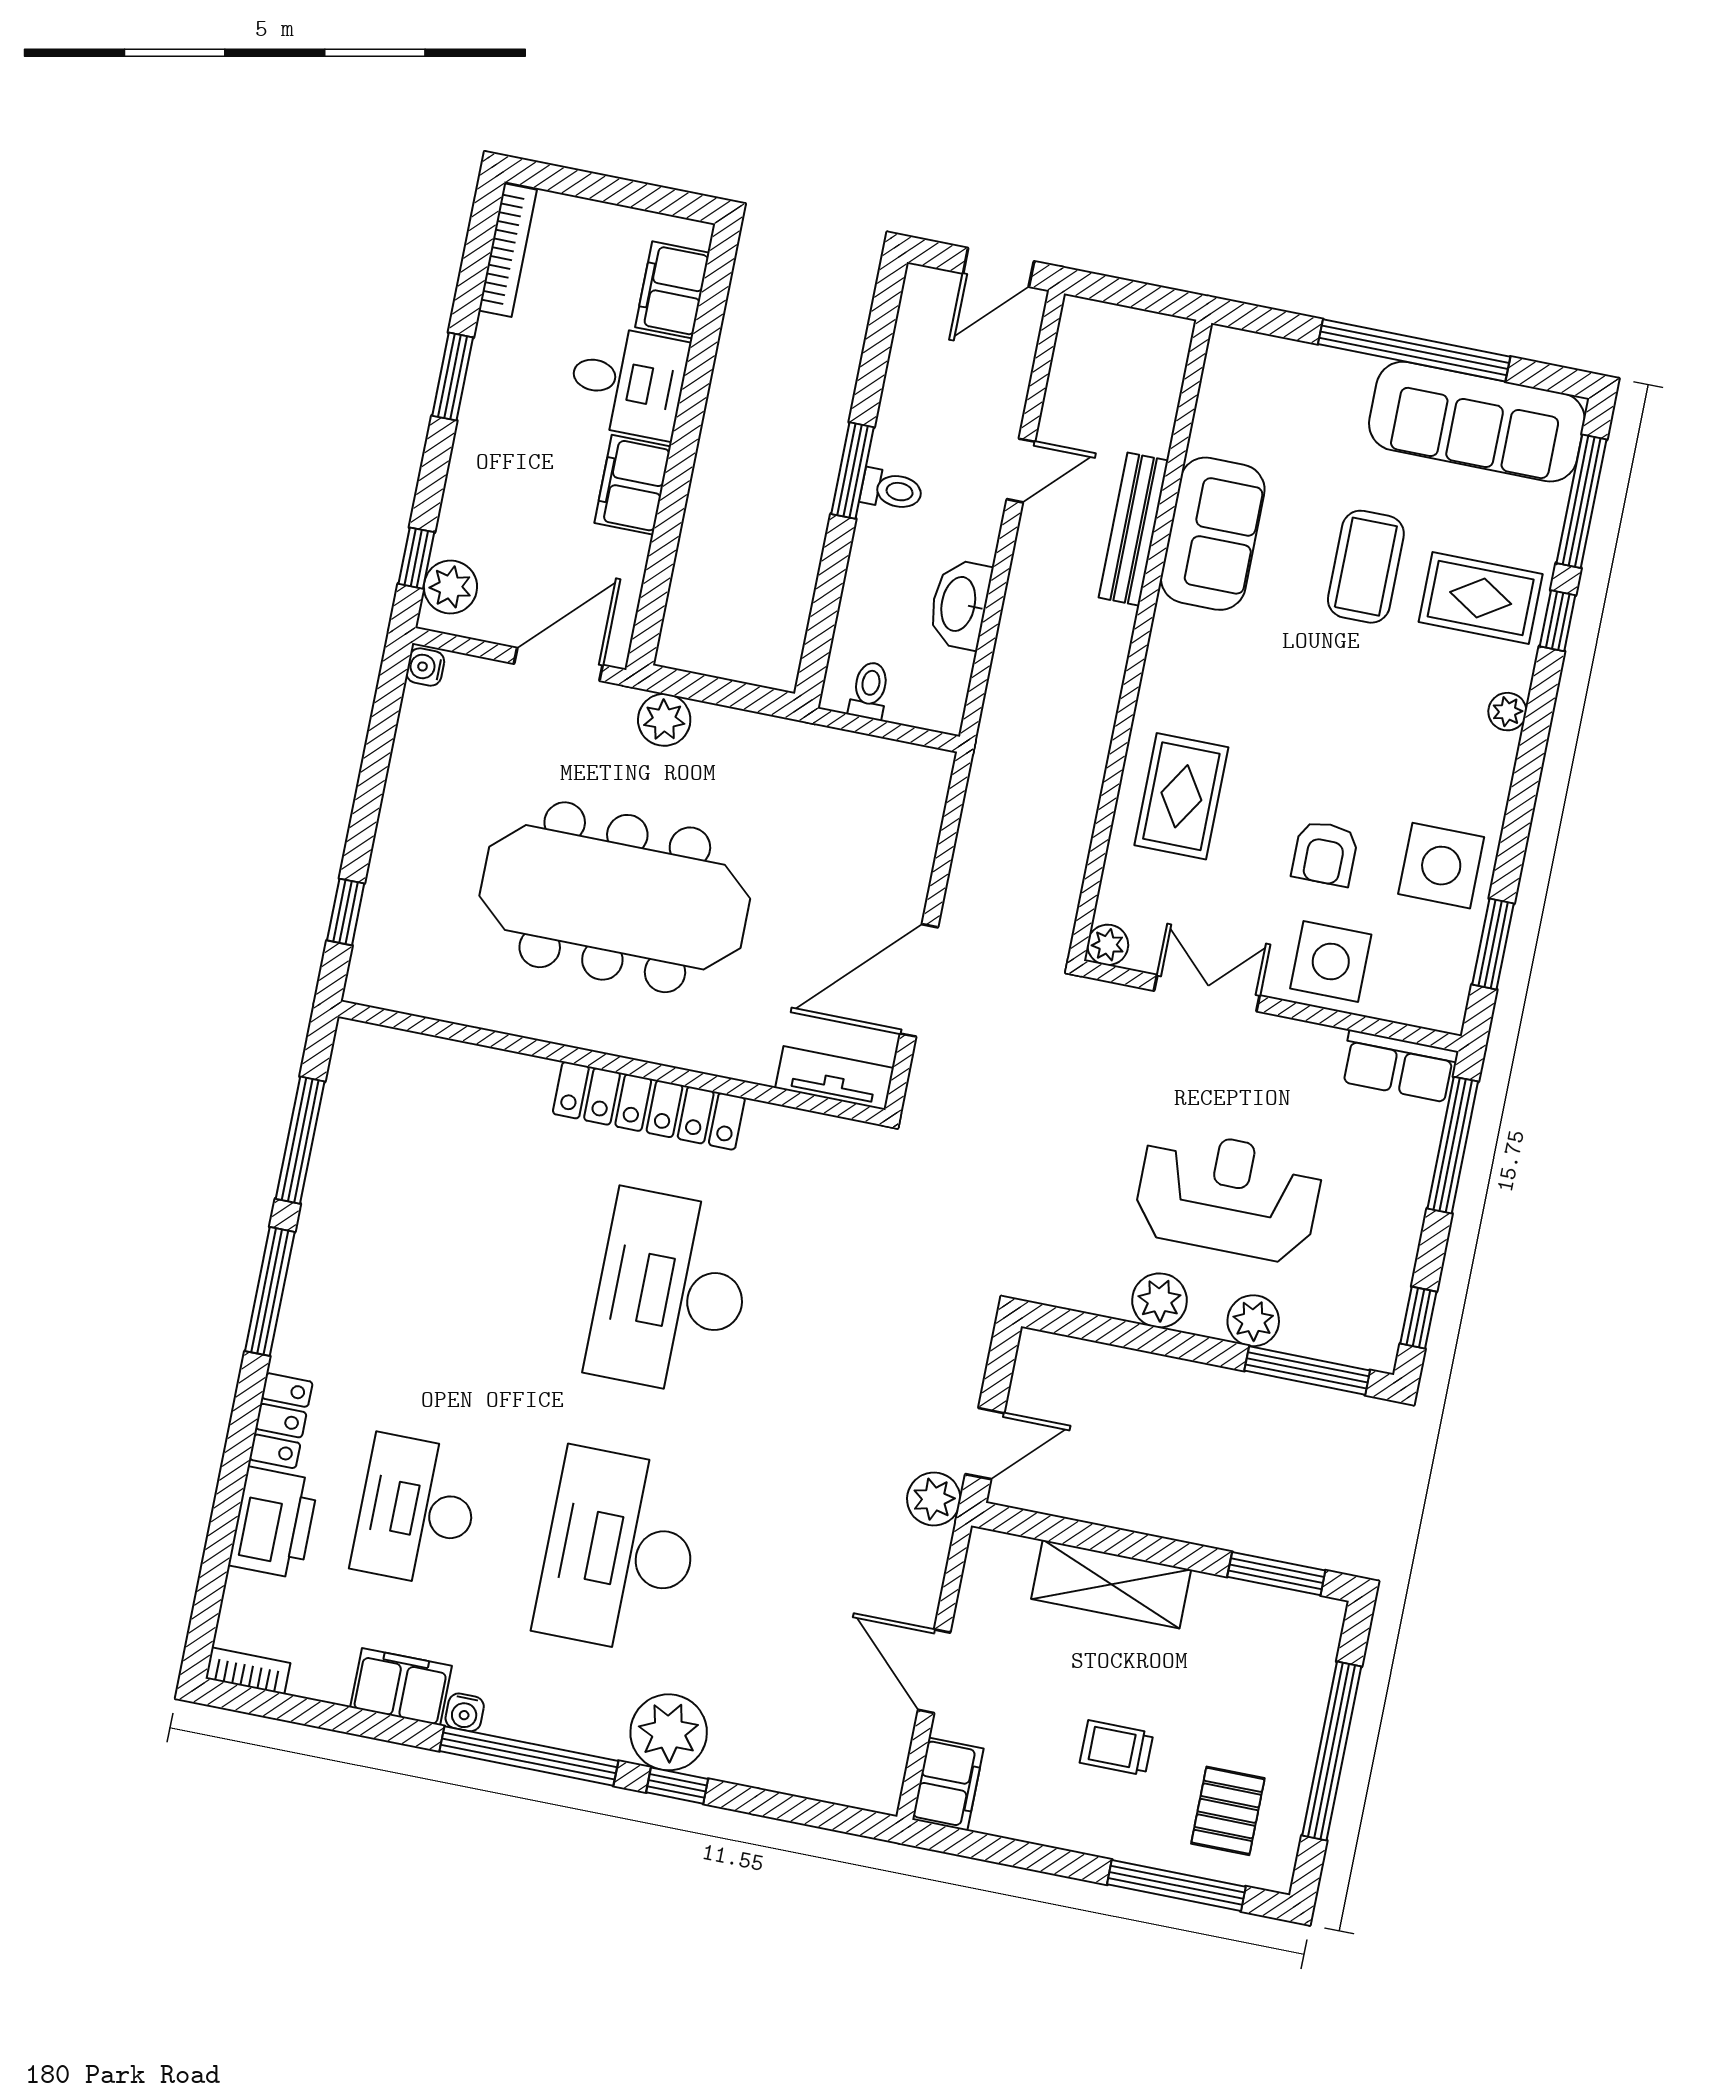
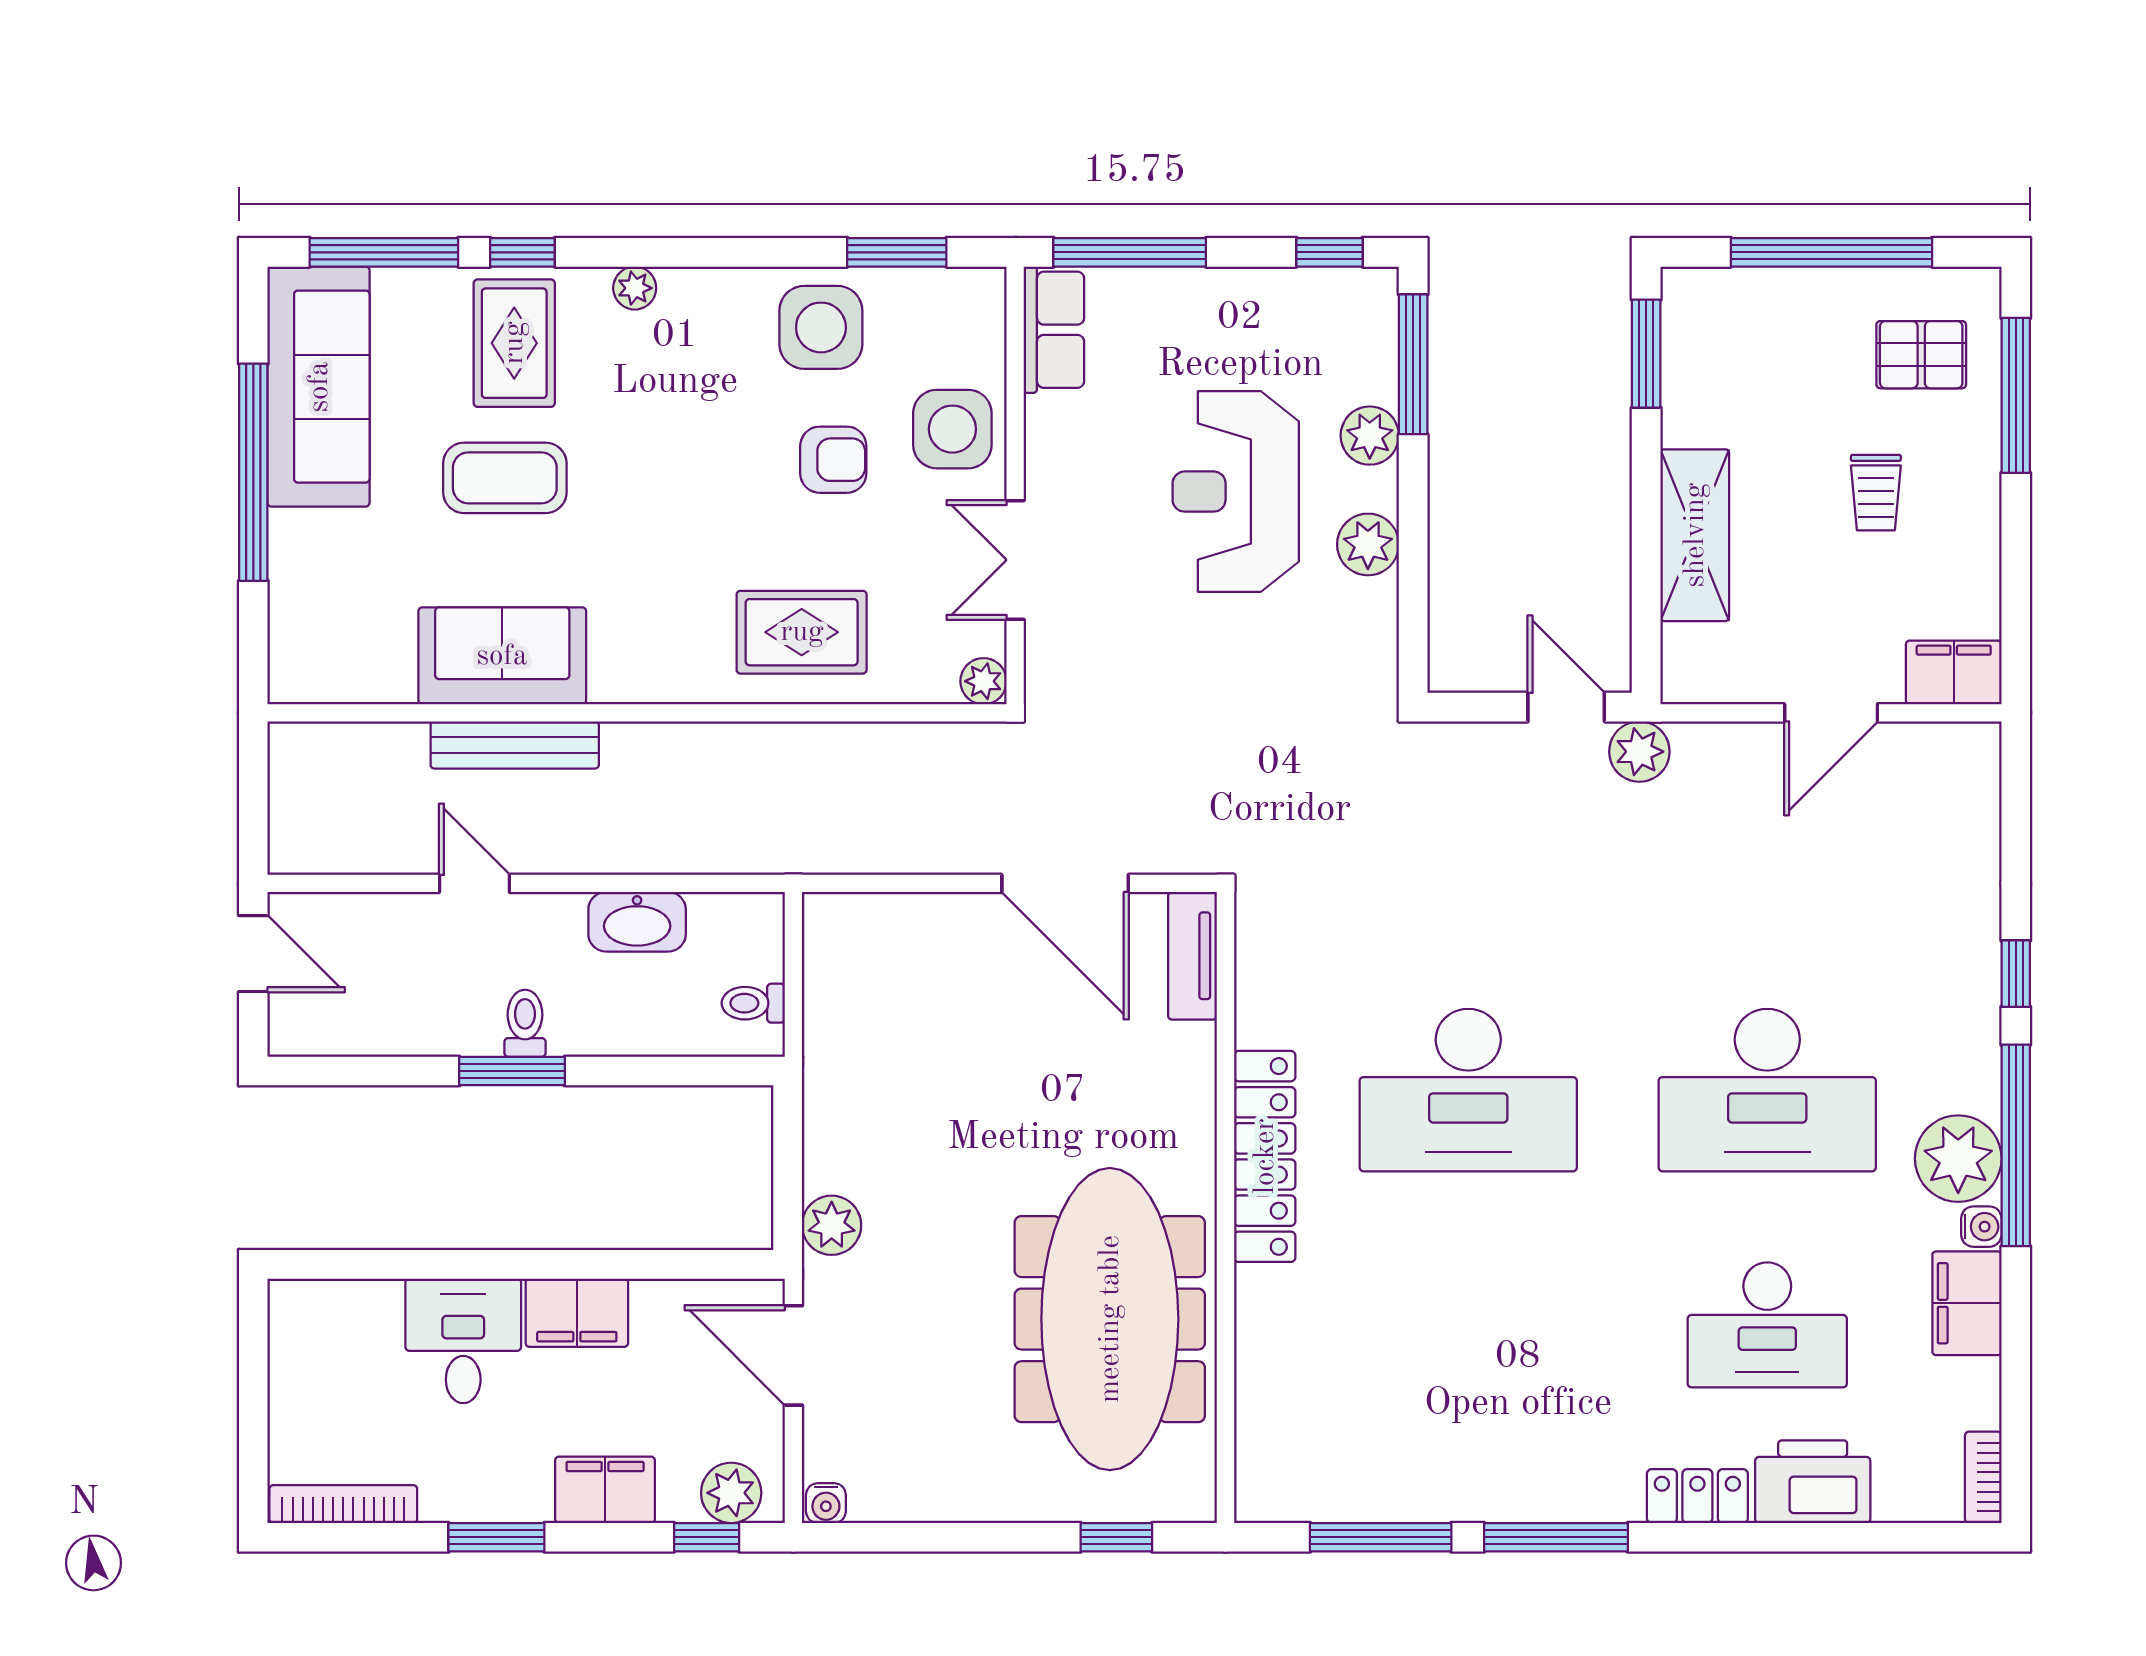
filing cabinet: (672, 290) -> (605, 1490), moved, turned 180
meeting table: (615, 897) -> (1110, 1319), moved
plant: (669, 1732) -> (1958, 1159), moved

